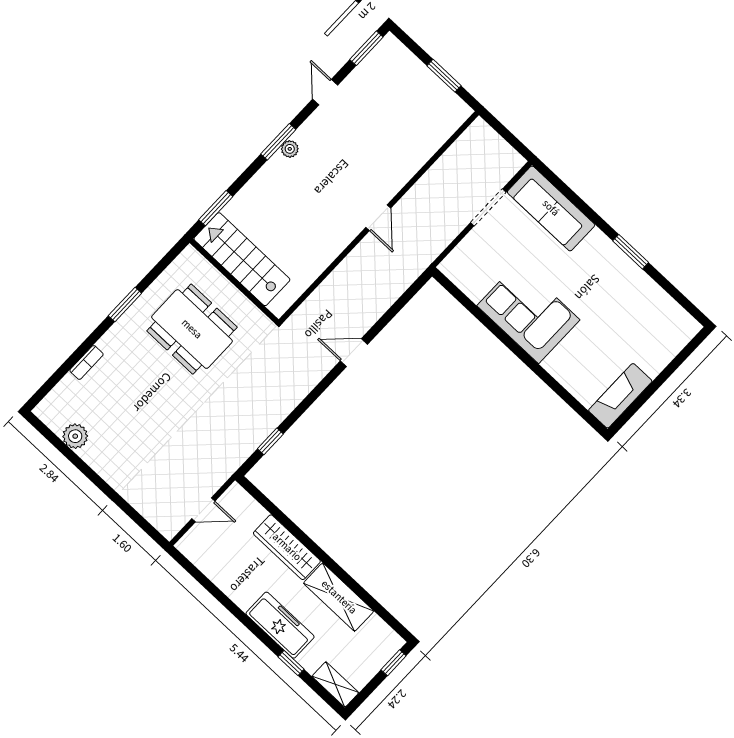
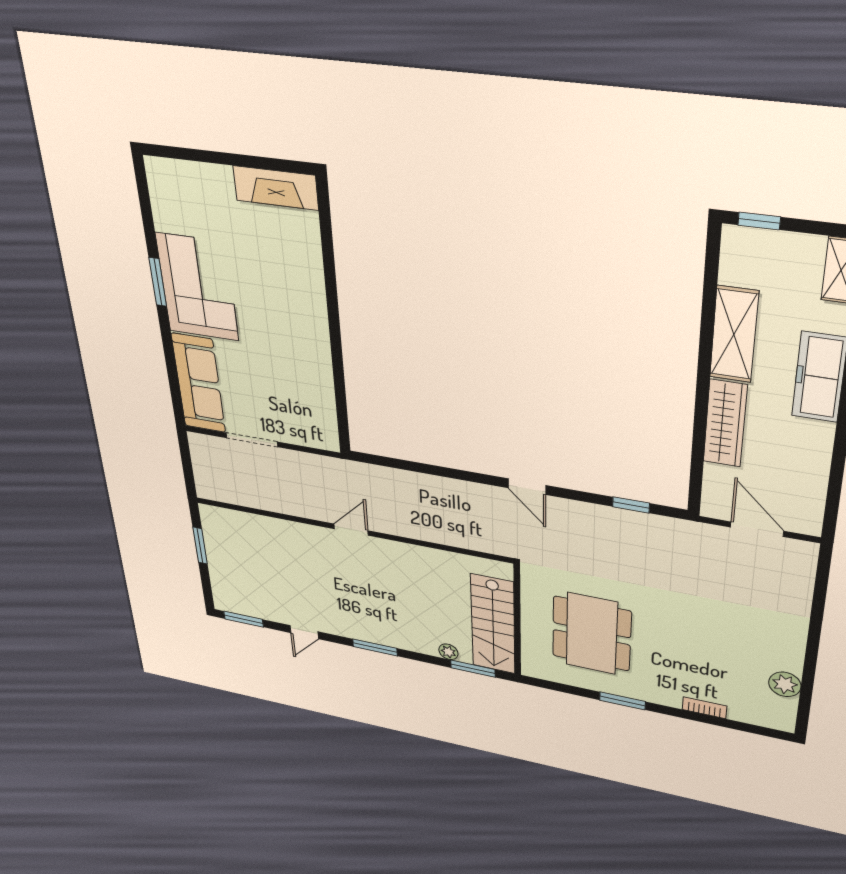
plant: (290, 149) -> (448, 652), moved
corner sofa: (528, 313) -> (197, 287), moved, turned 180
door: (354, 353) -> (527, 487), moved
door: (203, 510) -> (757, 529), width x1.38

